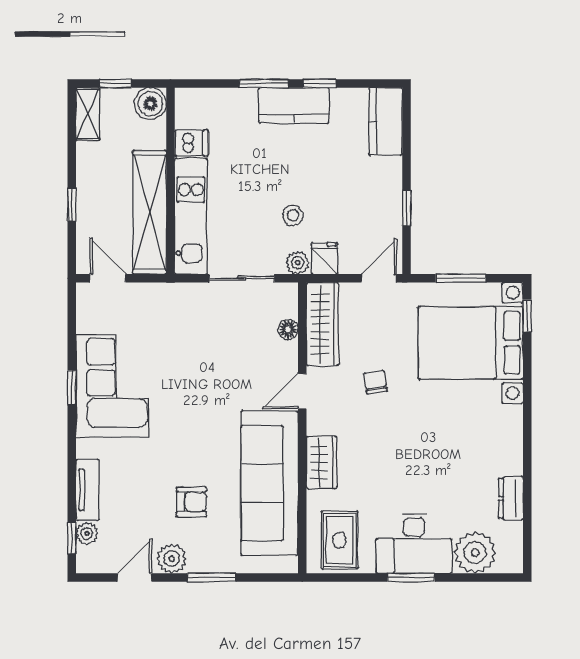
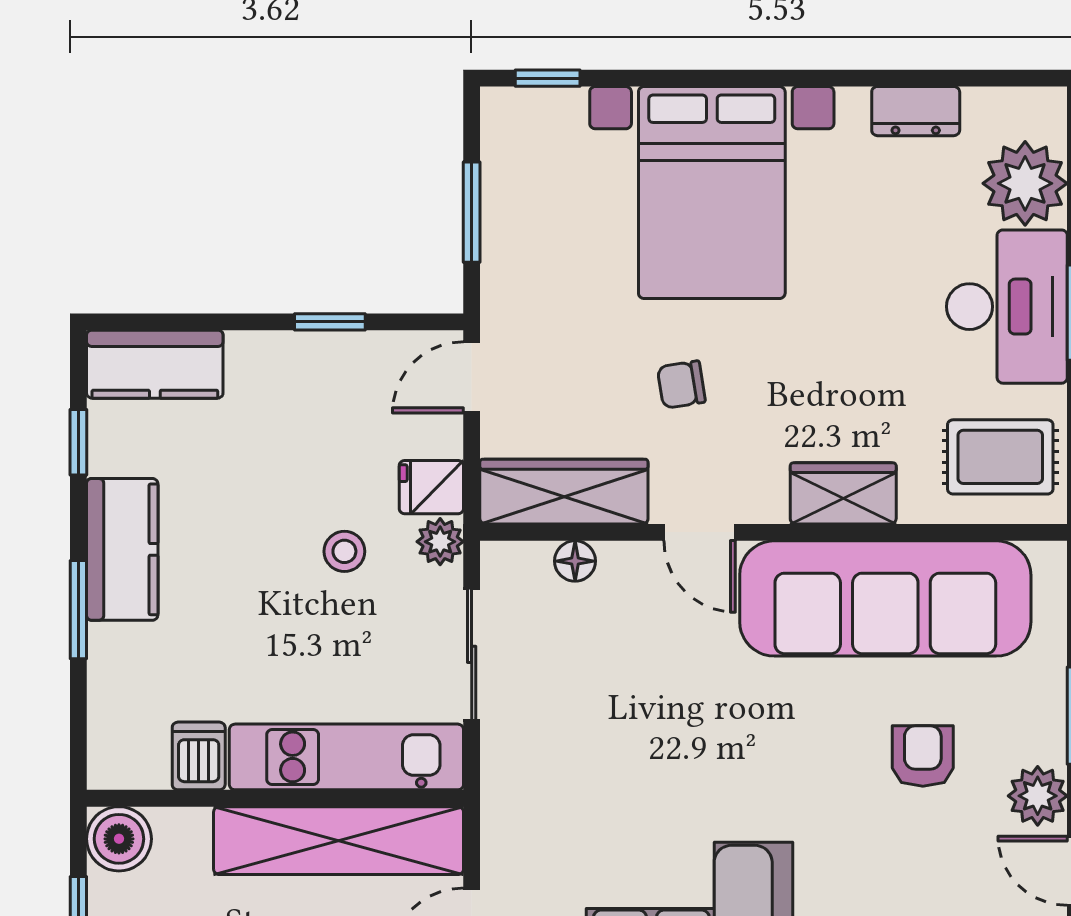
window: (320, 83) -> (78, 442), moved
door: (379, 278) -> (472, 377), hinge flipped
bed with nightstands: (471, 343) -> (712, 193), moved

